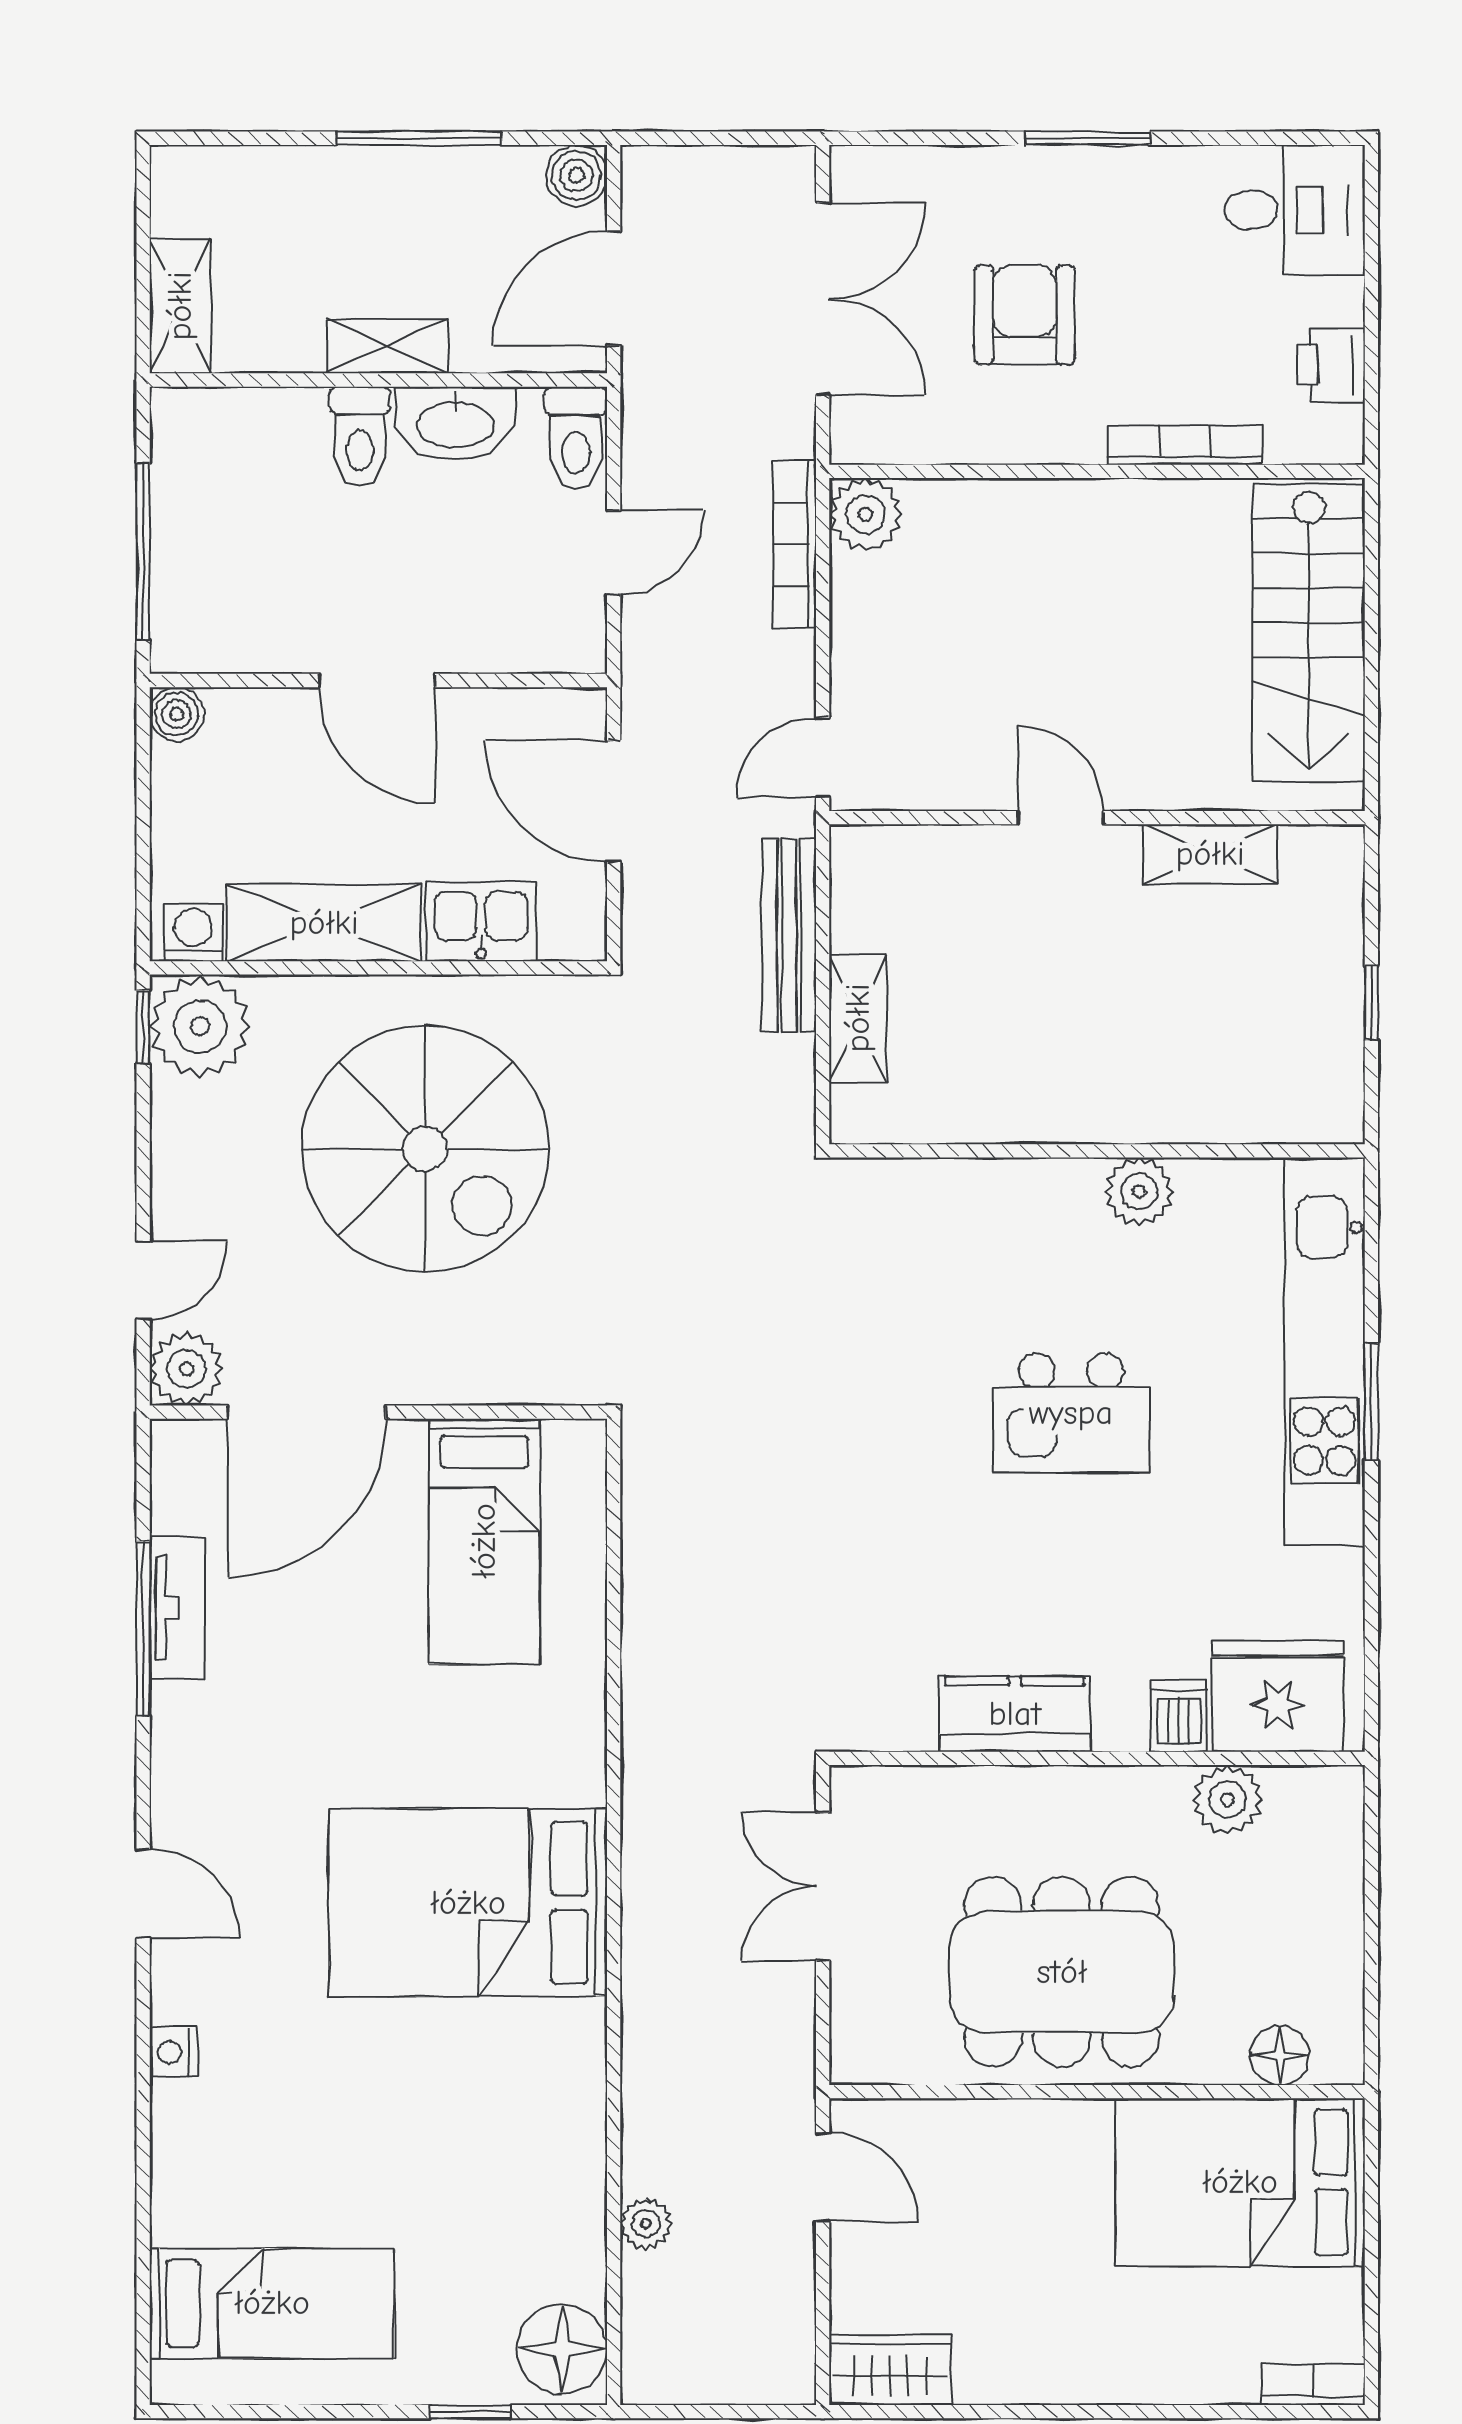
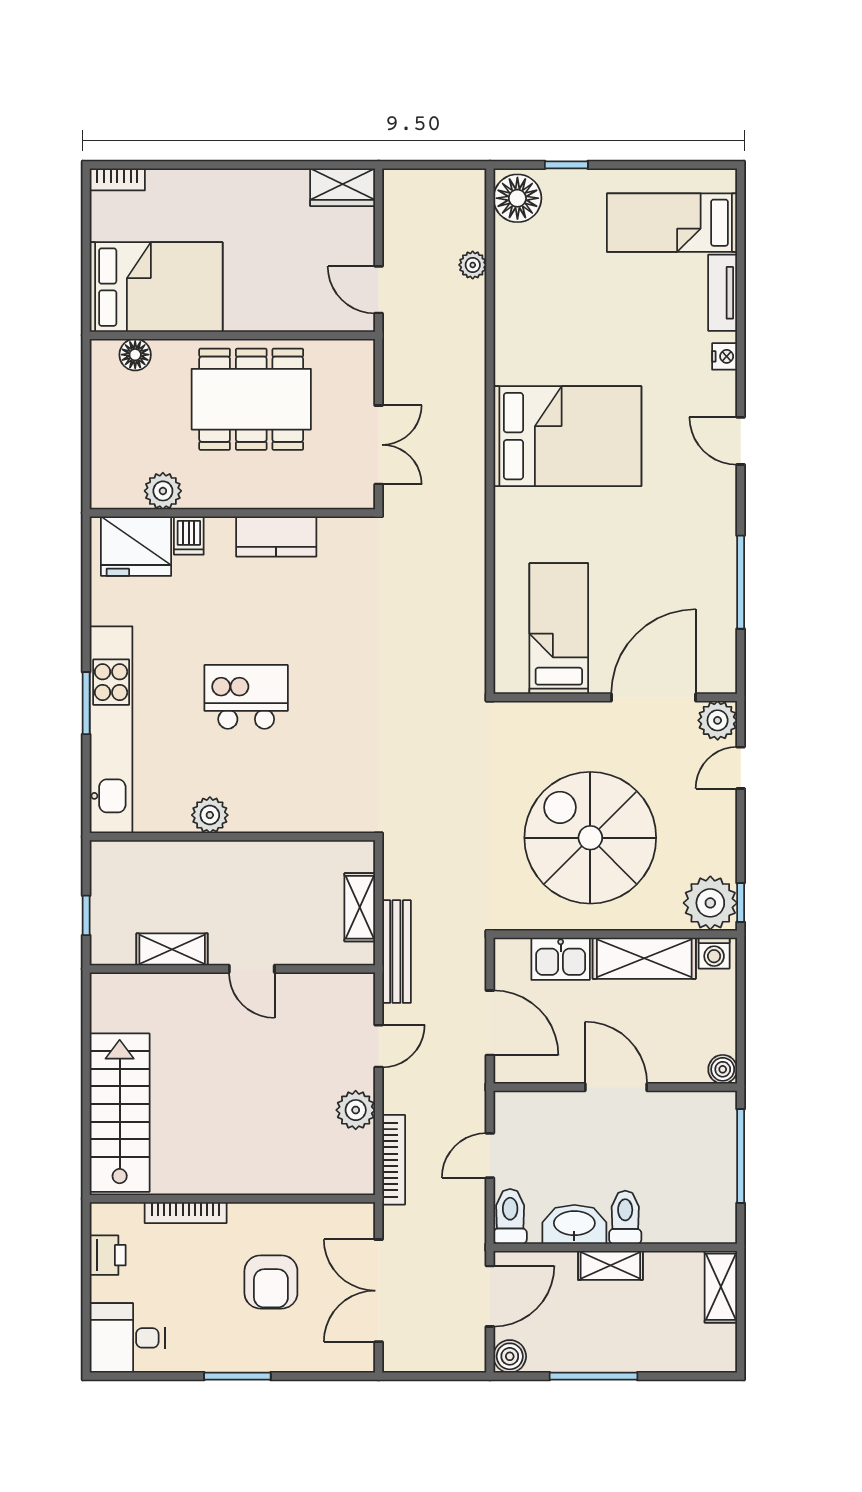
plant: (866, 514) -> (356, 1110), moved
door: (1061, 818) -> (252, 969), moved
wall: (1097, 818) -> (232, 969), moved
shelving: (1210, 854) -> (172, 949), moved
tv unit: (177, 1608) -> (723, 293), moved

